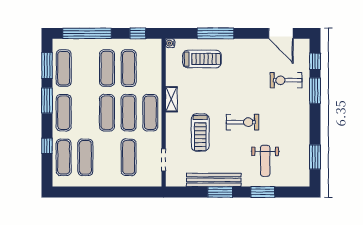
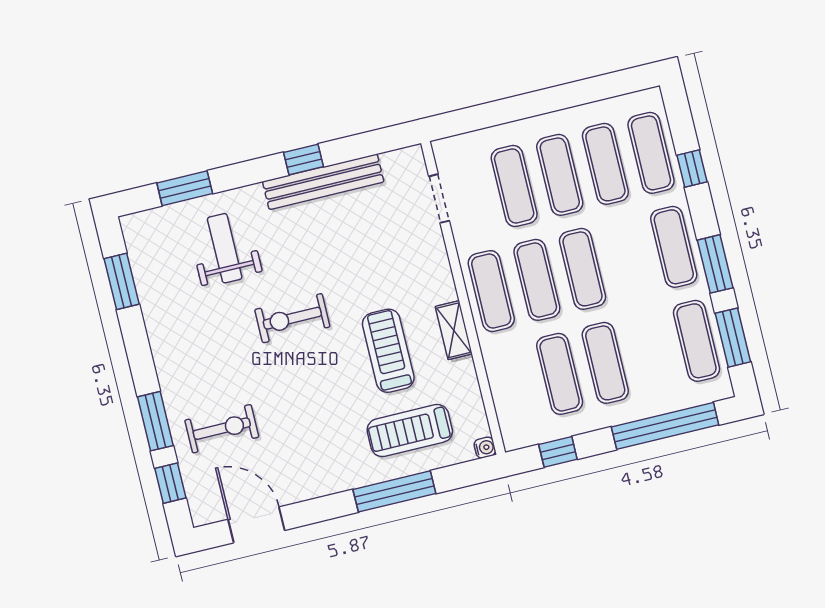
treadmill: (200, 132) -> (388, 351), moved
exercise mat: (107, 157) -> (560, 175), added
window: (220, 192) -> (304, 159), width x0.67
window: (263, 192) -> (185, 188), moved

